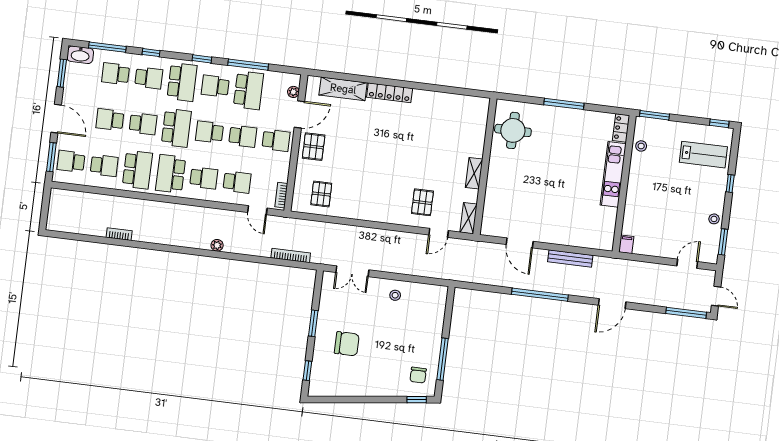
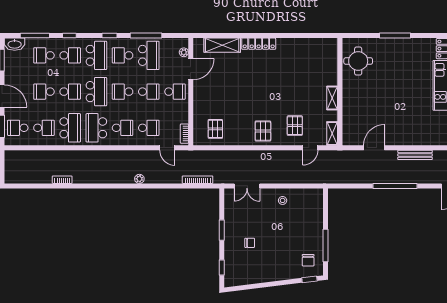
pallet: (314, 147) -> (263, 131), moved
door: (520, 243) -> (374, 148), swing flipped
chair: (347, 344) -> (250, 243), width x0.54, depth x0.54

